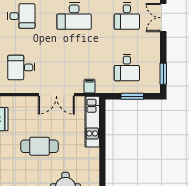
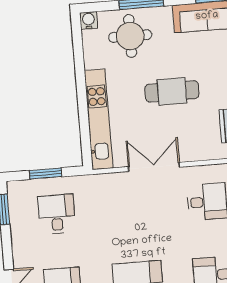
filing cabinet: (89, 86) -> (108, 183), removed
kitchen unit: (92, 122) -> (99, 119), width x1.36

